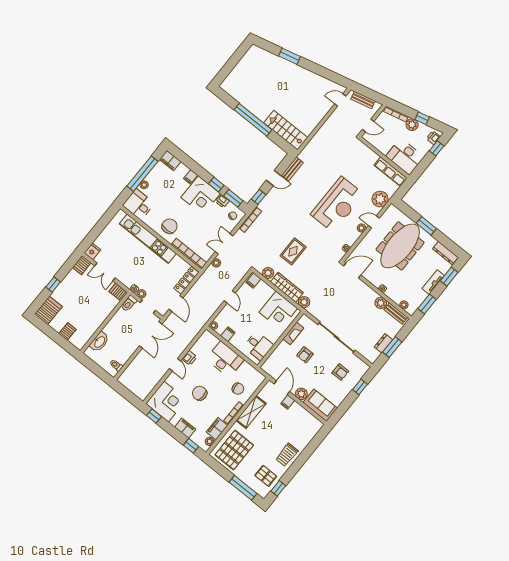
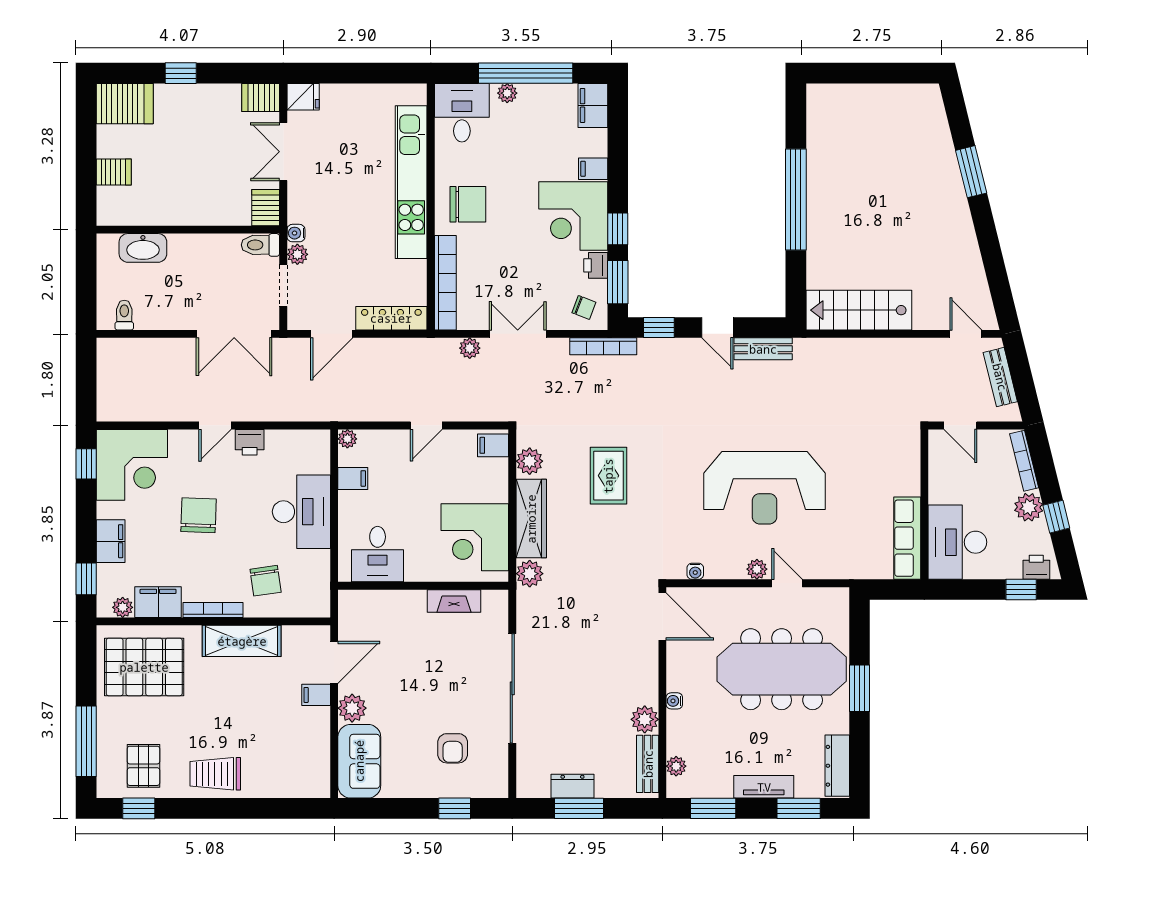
stairs: (286, 130) -> (859, 310), moved, turned -90
plant: (380, 199) -> (840, 560), removed
rug: (293, 251) -> (608, 476), turned 90
armchair: (305, 355) -> (431, 655), removed

